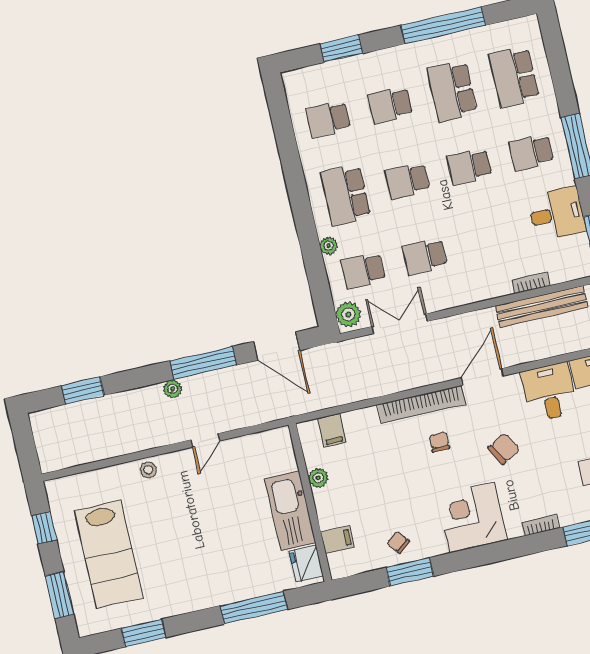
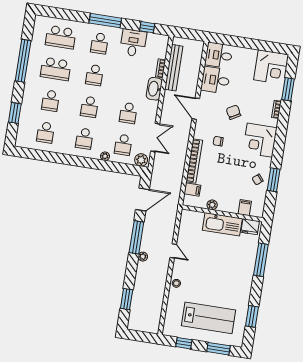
school desk: (346, 195) -> (84, 139), width x0.54
washbasin: (488, 286) -> (154, 89), added
double door: (400, 324) -> (155, 137), swing flipped
bookcase: (421, 404) -> (194, 161), moved

